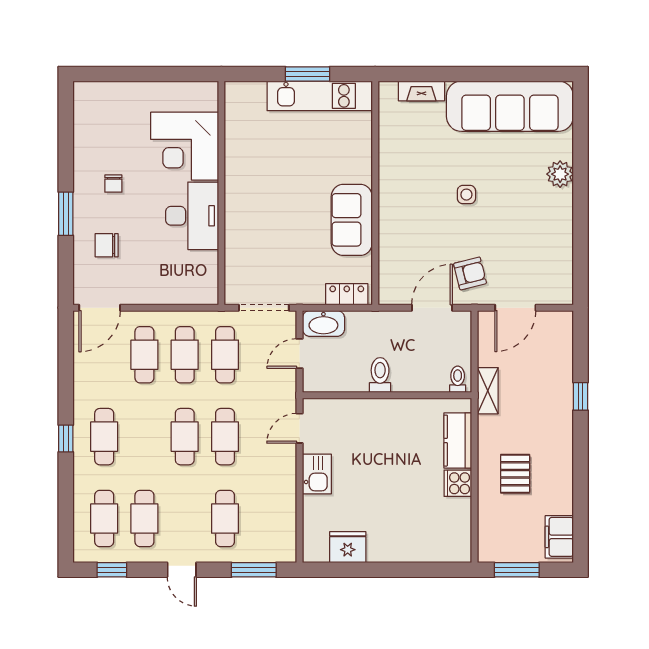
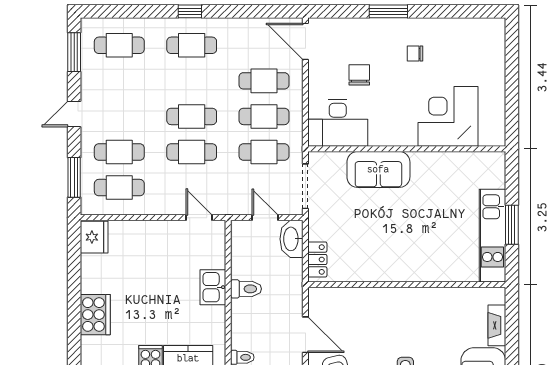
desk: (192, 216) -> (338, 123), moved
sofa: (352, 220) -> (378, 169), moved, turned 180
chair: (107, 245) -> (359, 75), moved
kitchen sink: (317, 474) -> (213, 287), moved, turned 90
cafe table: (144, 519) -> (119, 188), moved
cooker: (409, 546) -> (95, 315), added
fridge: (348, 547) -> (94, 237), moved
window: (112, 570) -> (74, 52), width x1.50

